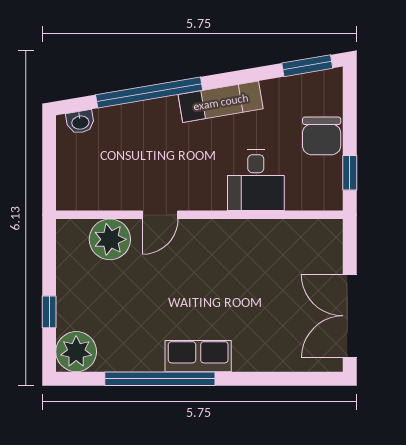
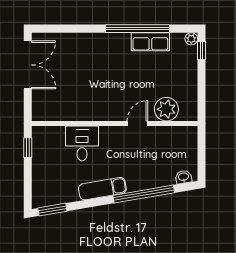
chair: (322, 136) -> (44, 169), removed
window: (49, 312) -> (201, 51), moved
plant: (76, 352) -> (191, 39), width x0.53, depth x0.53
row of seats: (198, 356) -> (150, 42), moved

